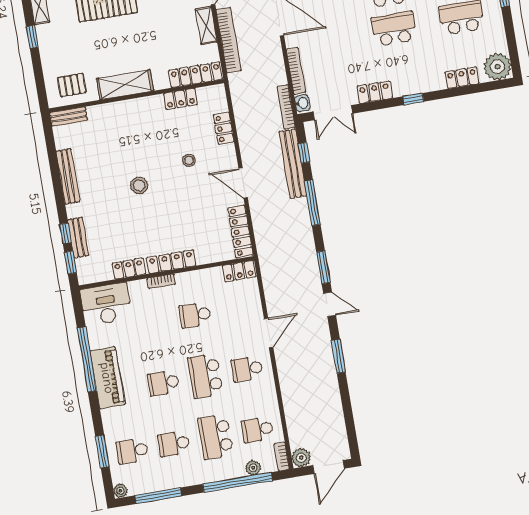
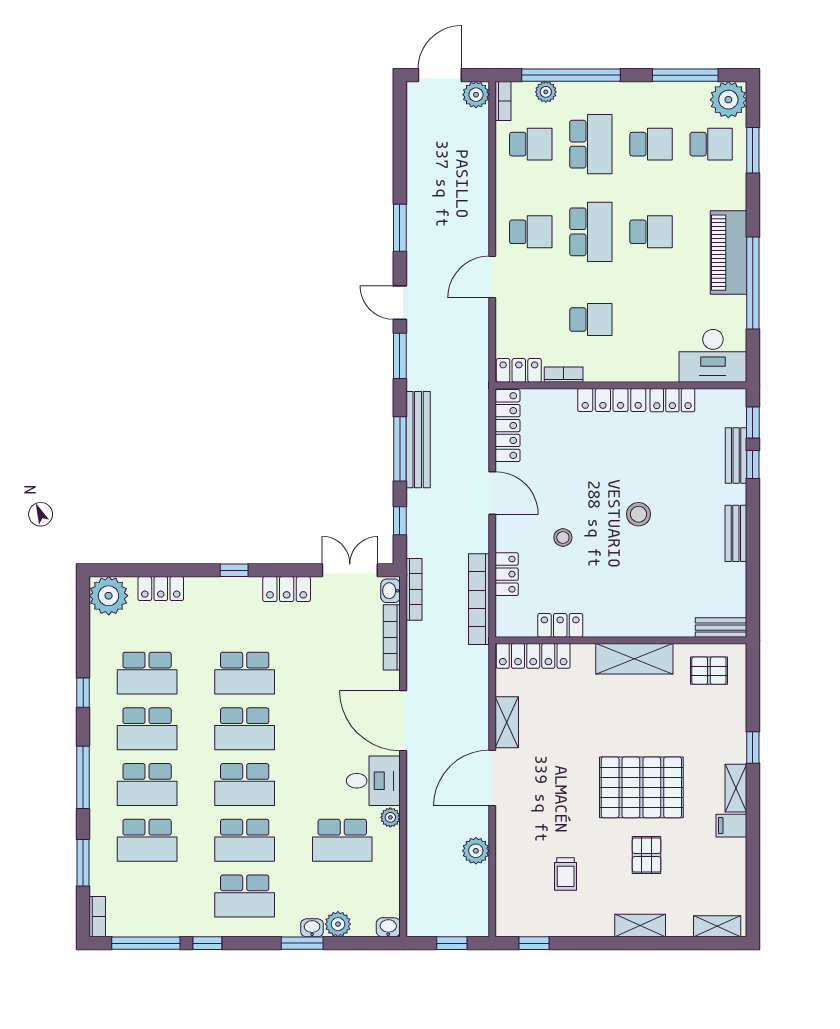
bookcase: (228, 40) -> (479, 599), moved
bench: (293, 164) -> (418, 440), moved
bench: (68, 176) -> (736, 533), width x0.73
bookcase: (161, 281) -> (564, 375), moved
plant: (120, 491) -> (728, 100), width x1.88, depth x1.88

